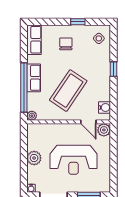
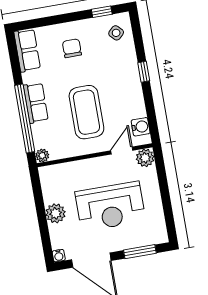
window: (78, 22) -> (102, 12), moved
coffee table: (68, 91) -> (86, 112), turned -34
door: (88, 122) -> (122, 151), swing flipped

